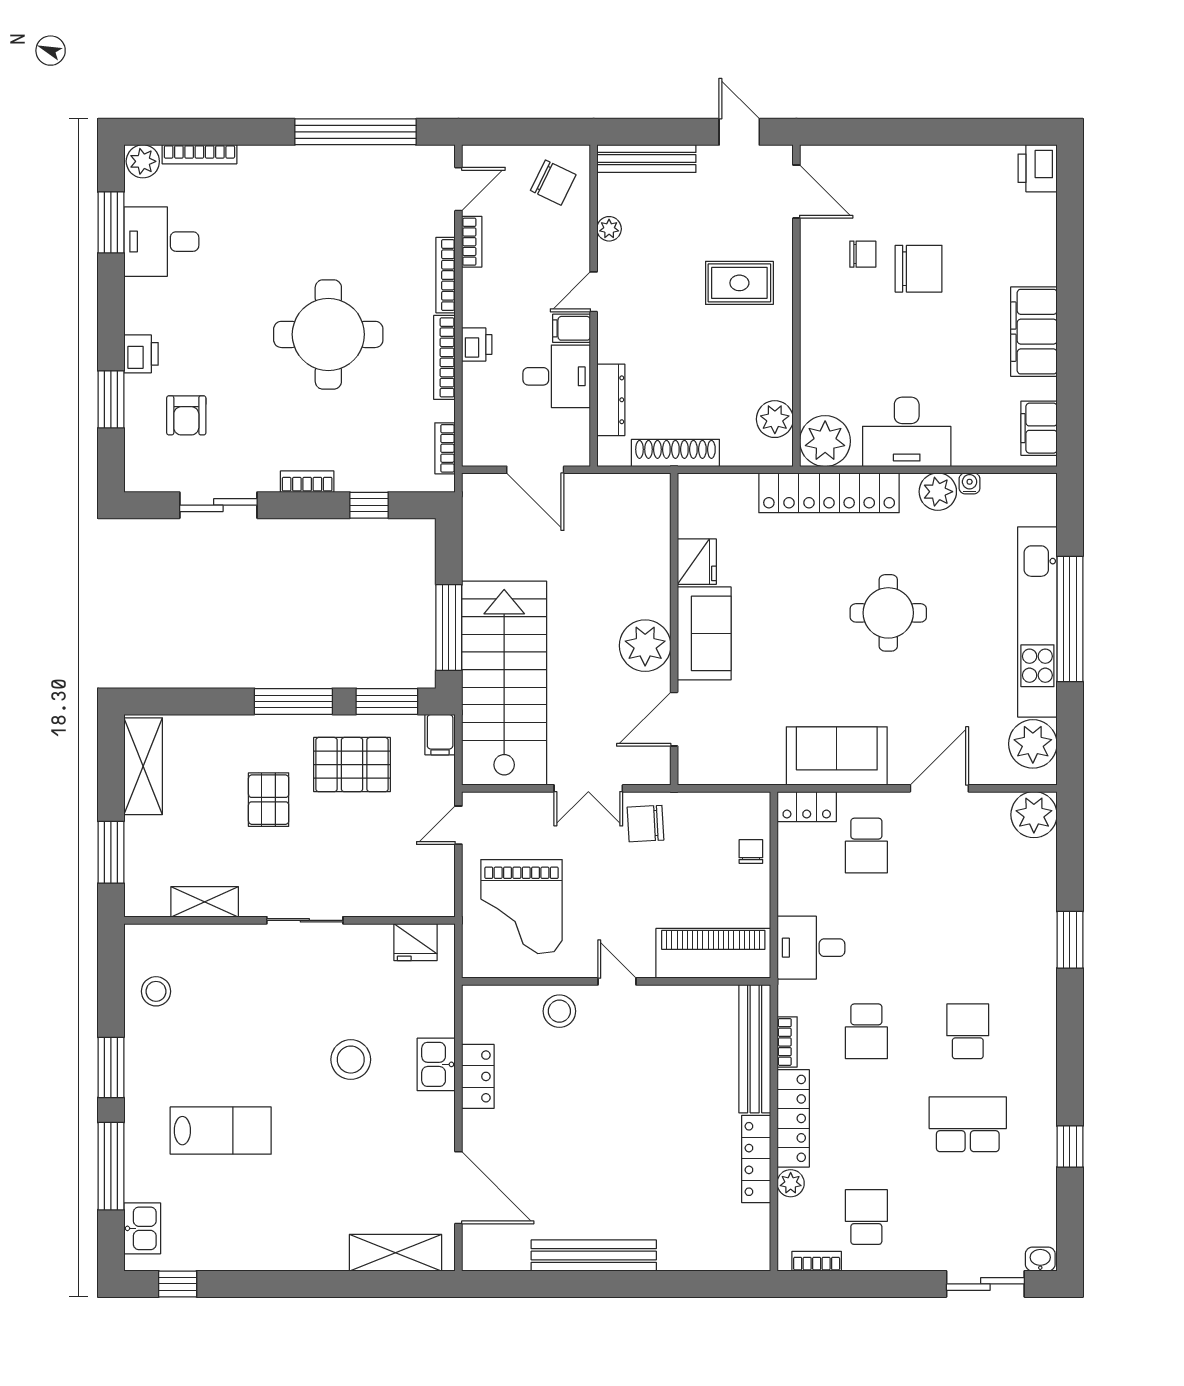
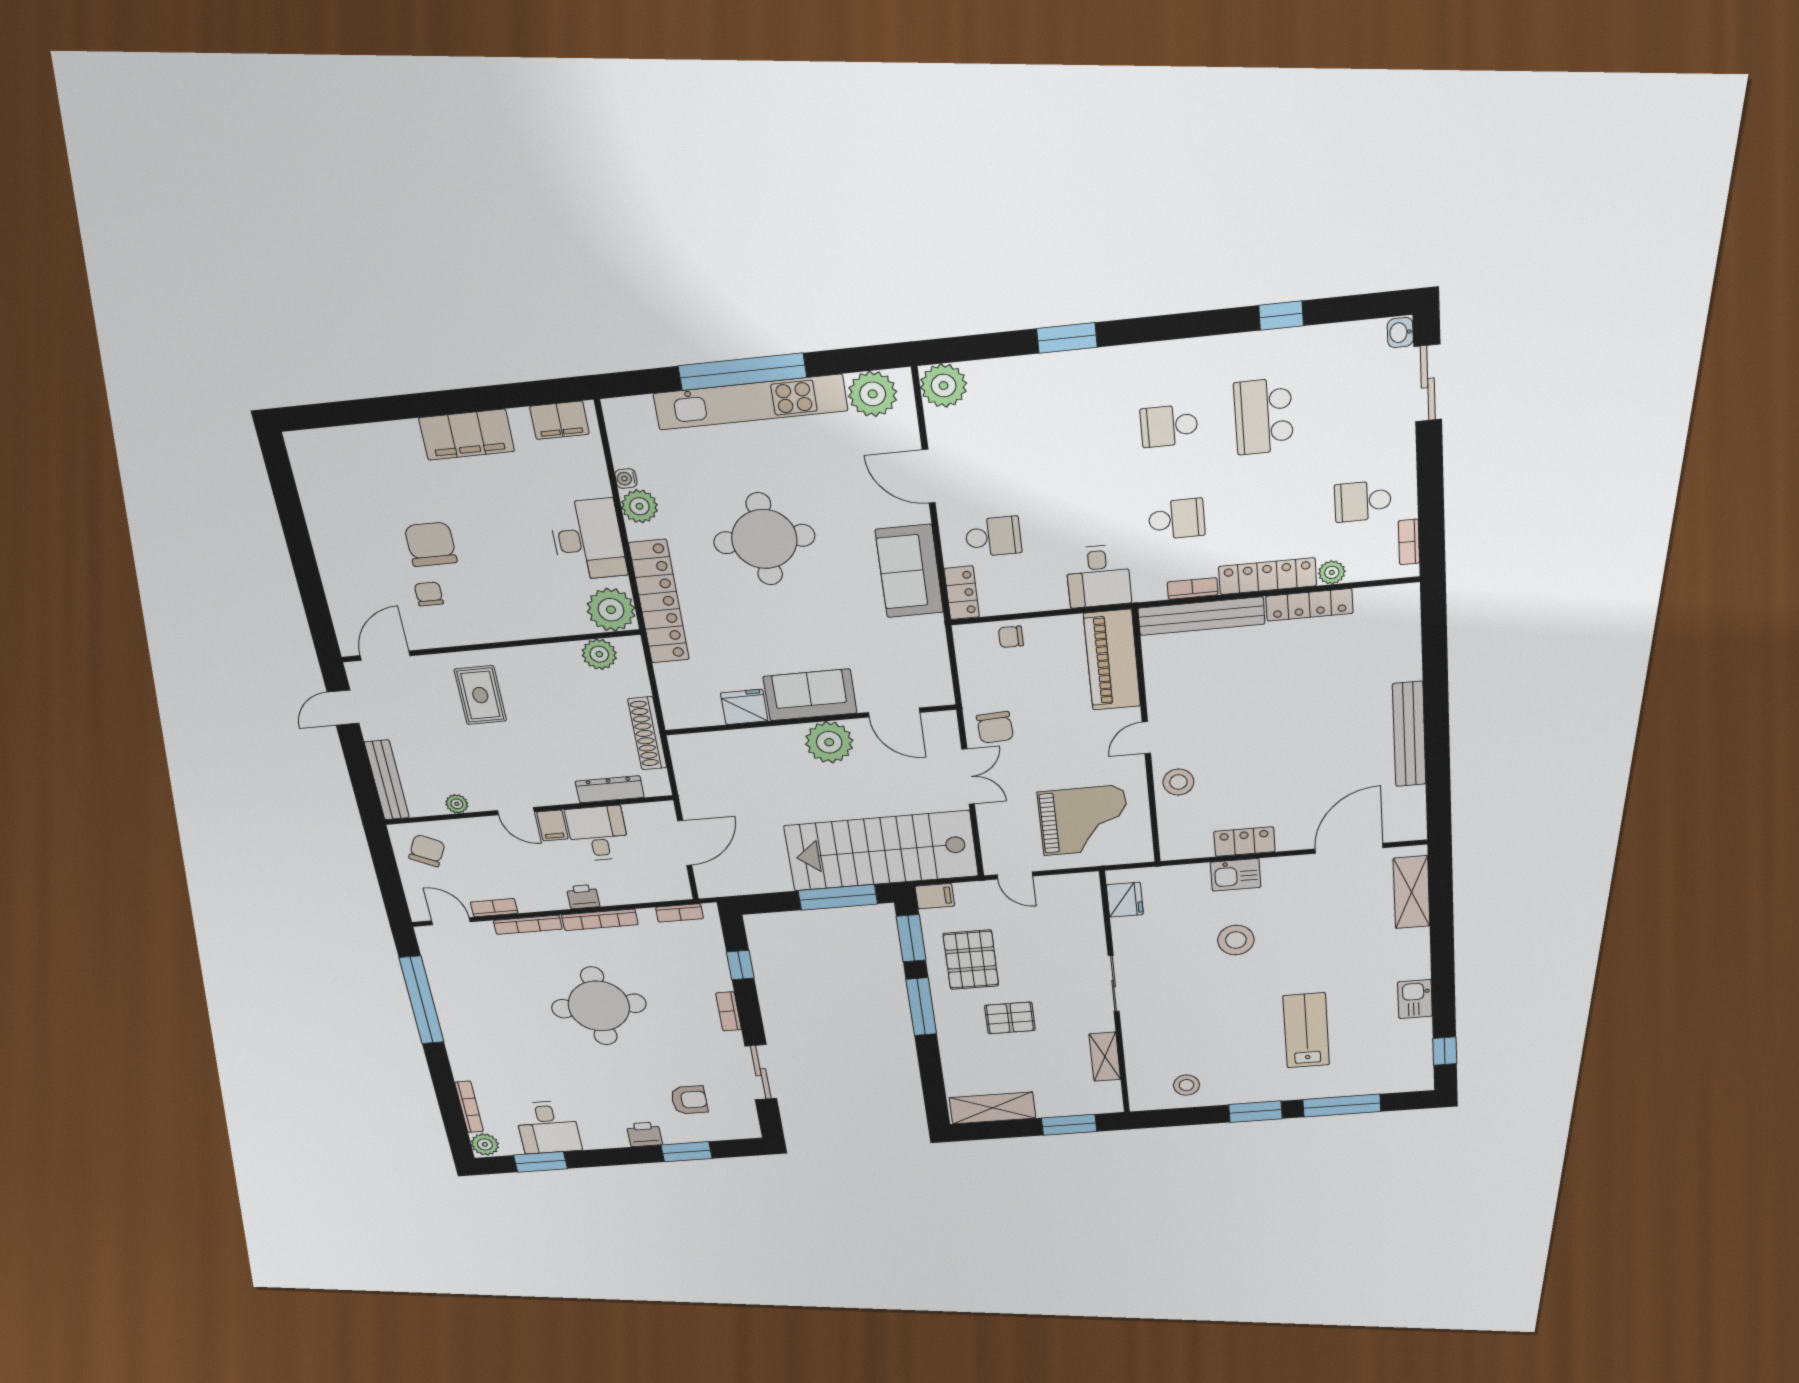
printer: (1038, 168) -> (309, 447), removed
round table: (888, 613) -> (764, 539), width x1.36, depth x1.36
kitchen sink: (142, 1228) -> (1415, 999), moved, turned -90

